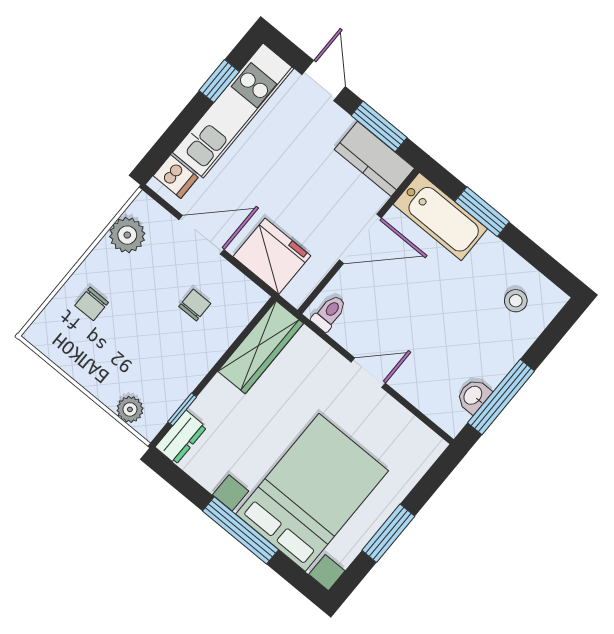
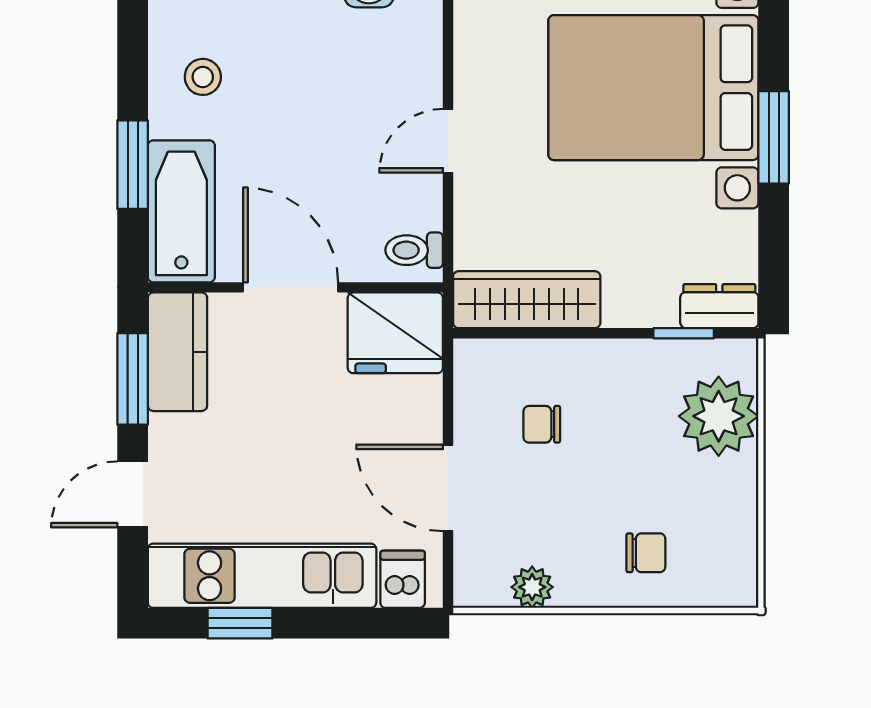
plant: (127, 235) -> (532, 587), width x0.73, depth x0.73
fridge: (272, 256) -> (395, 333), moved, turned -90
stool: (516, 301) -> (203, 77), moved
door: (368, 373) -> (448, 141), hinge flipped
plant: (130, 409) -> (719, 416), width x1.87, depth x1.87
window: (240, 530) -> (774, 137), width x0.69

